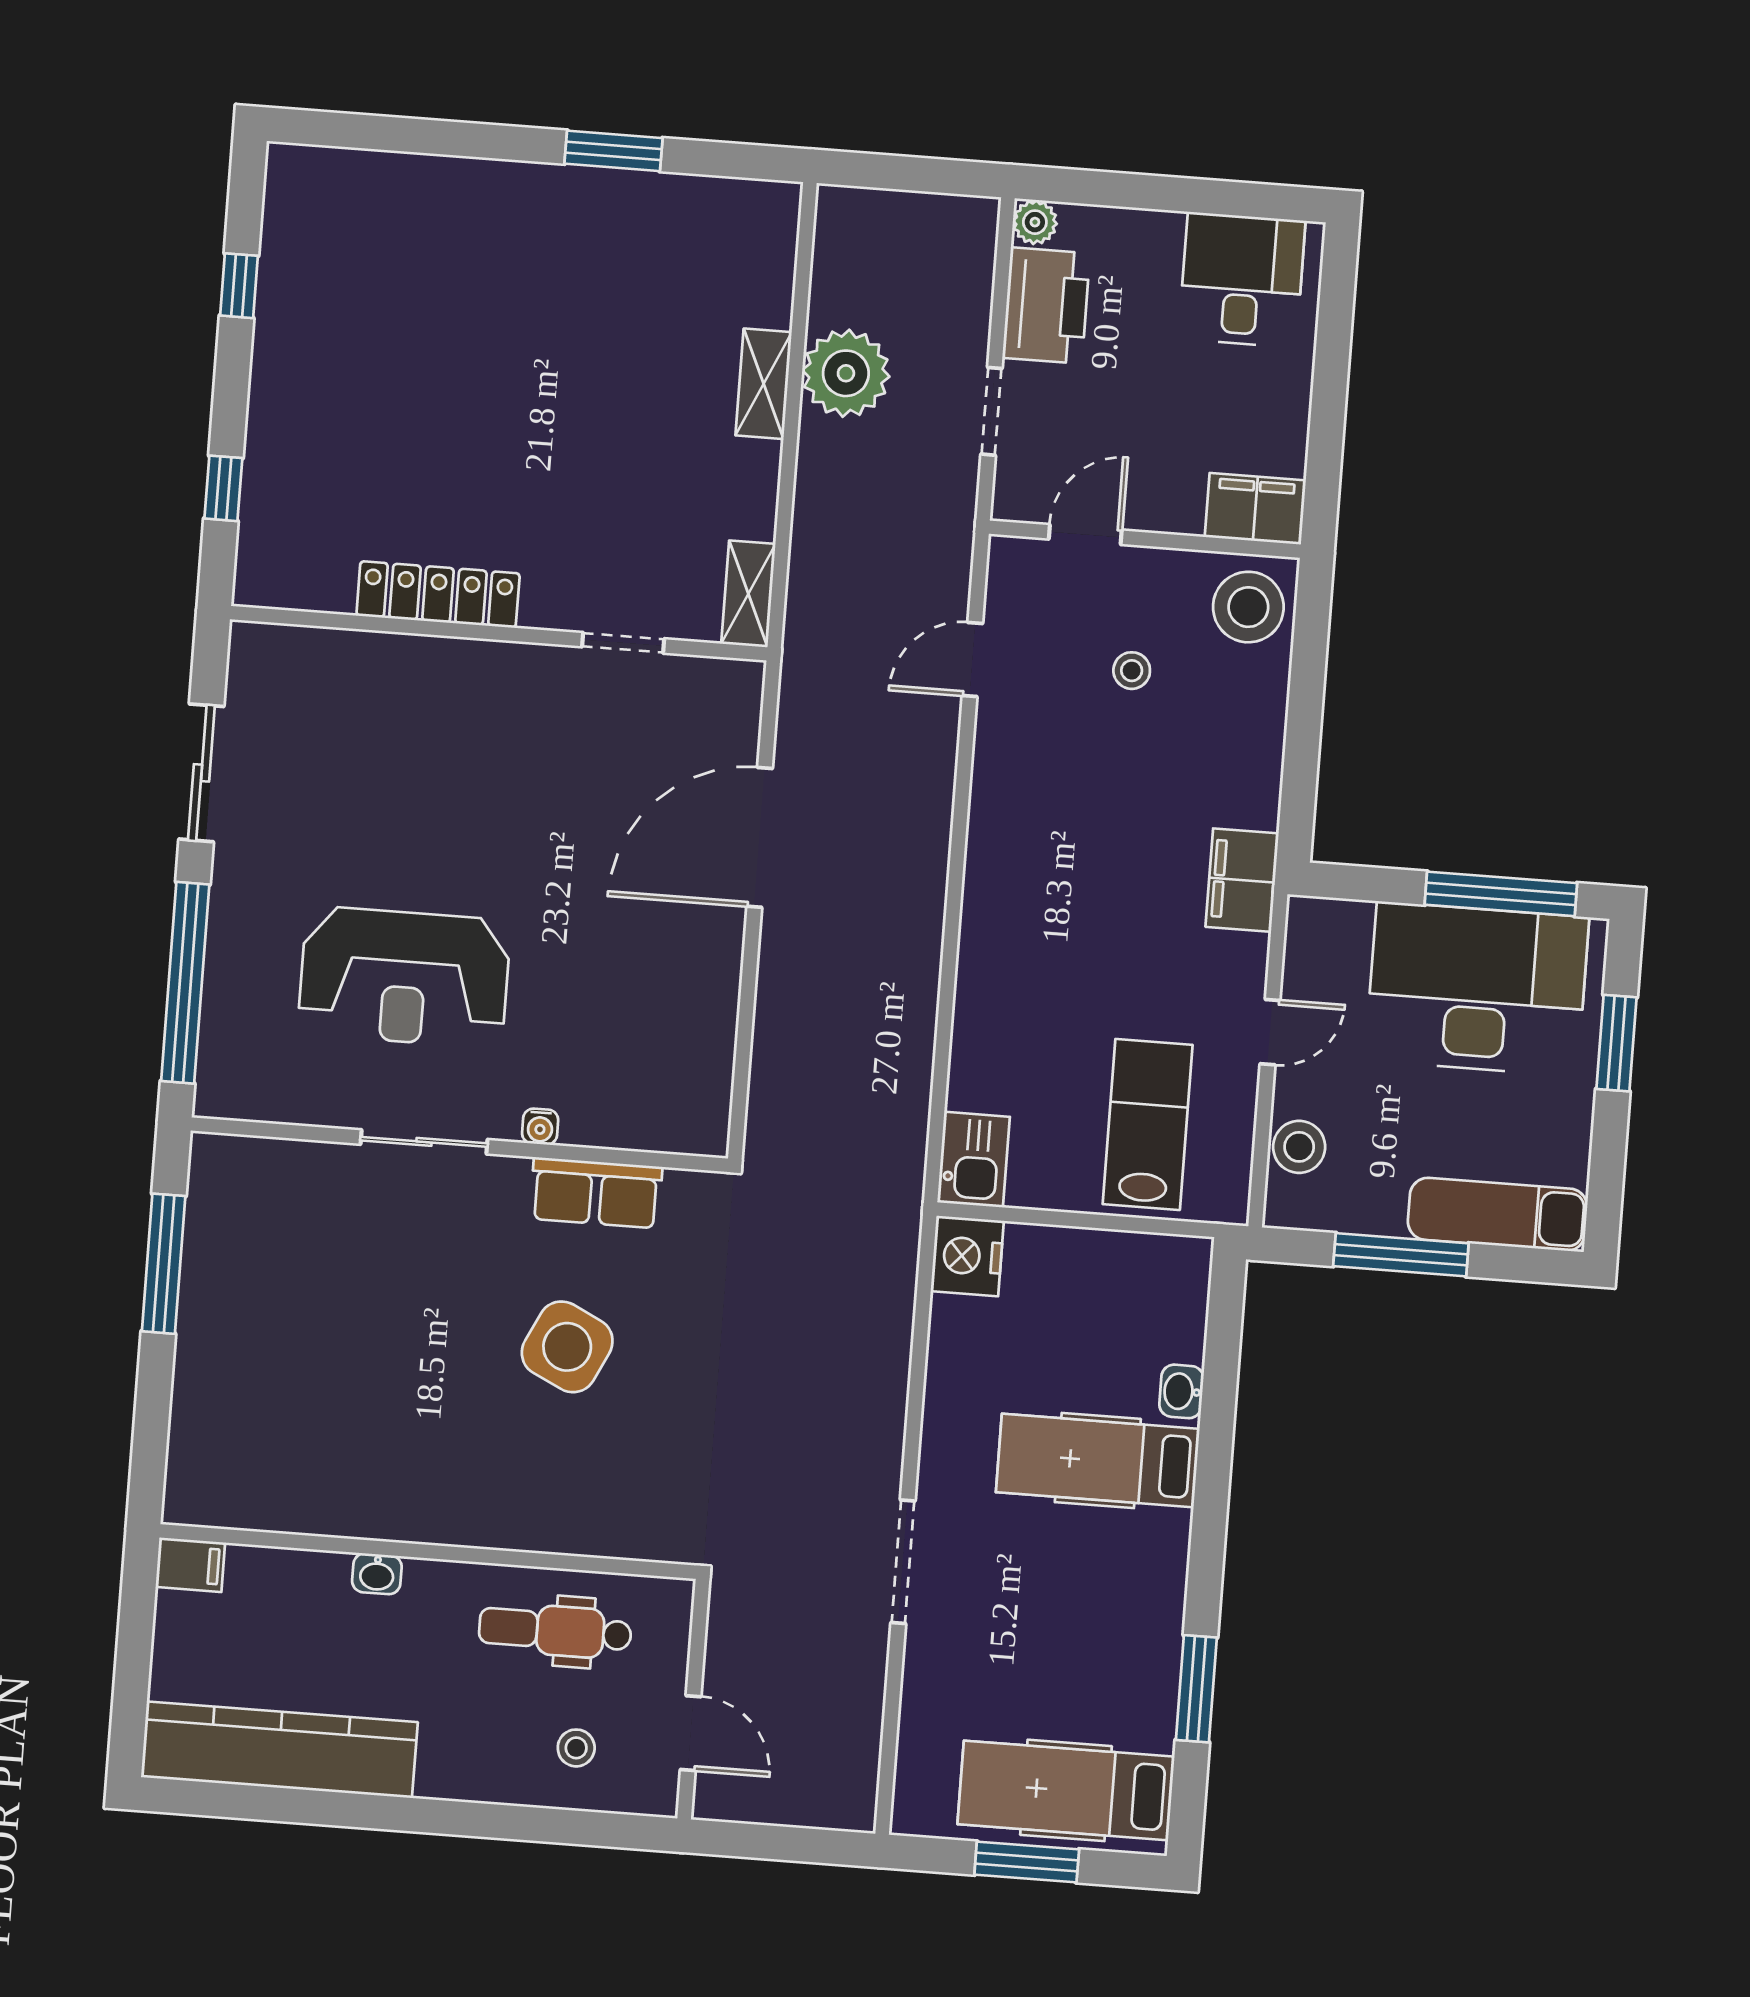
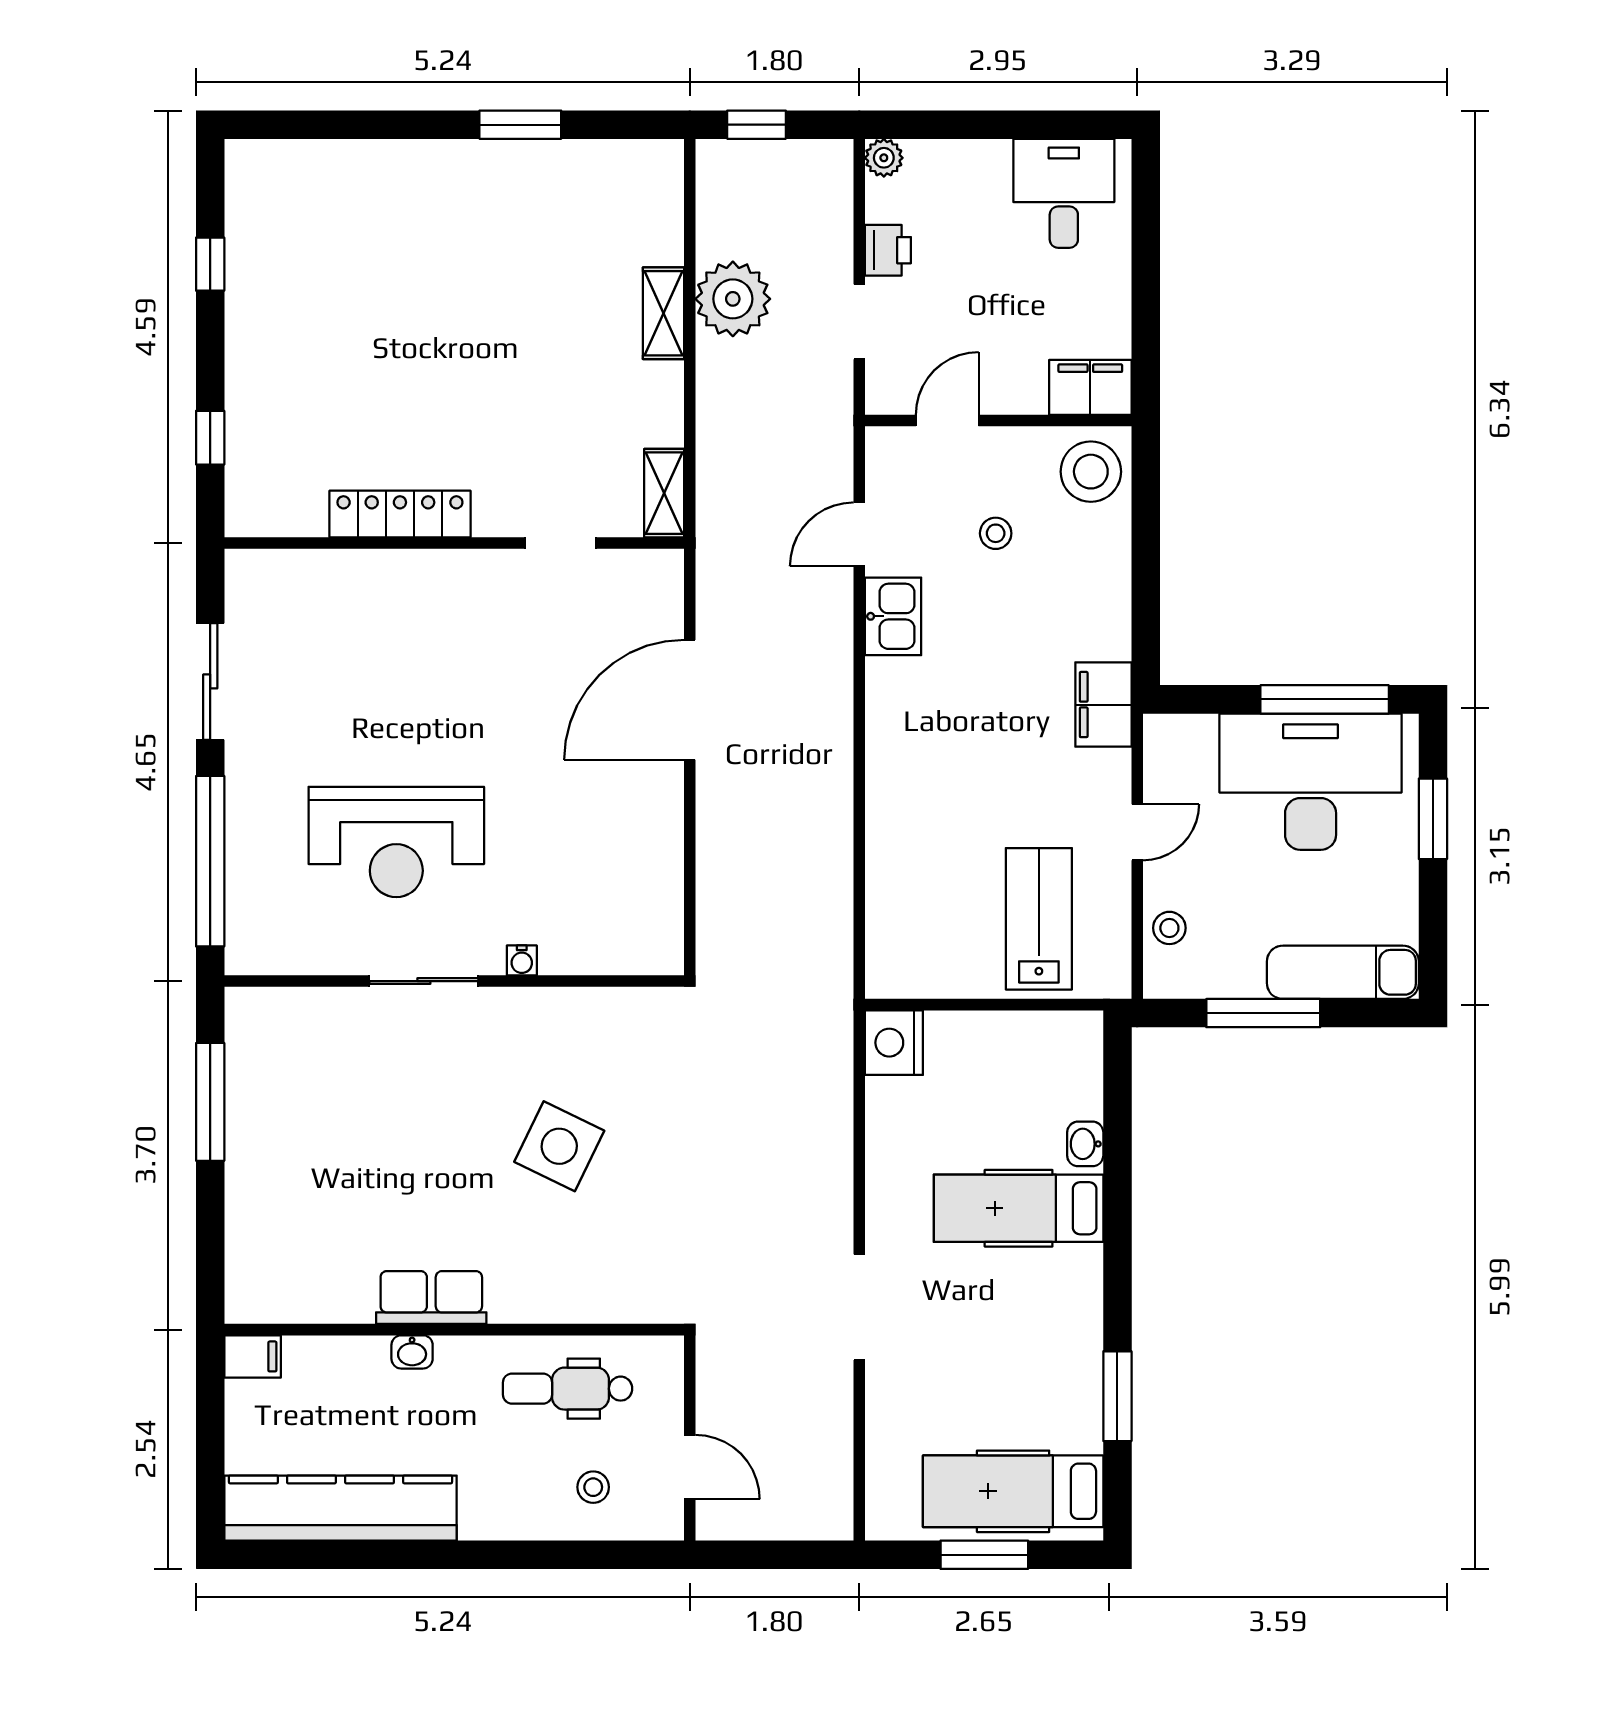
window: (889, 172) -> (756, 125), added
printer: (1046, 306) -> (888, 250), width x0.53, depth x0.68
stool: (1299, 1147) -> (1169, 928), width x0.73, depth x0.73
kitchen sink: (974, 1160) -> (893, 616), moved
row of seats: (596, 1193) -> (431, 1298), moved, turned 180

